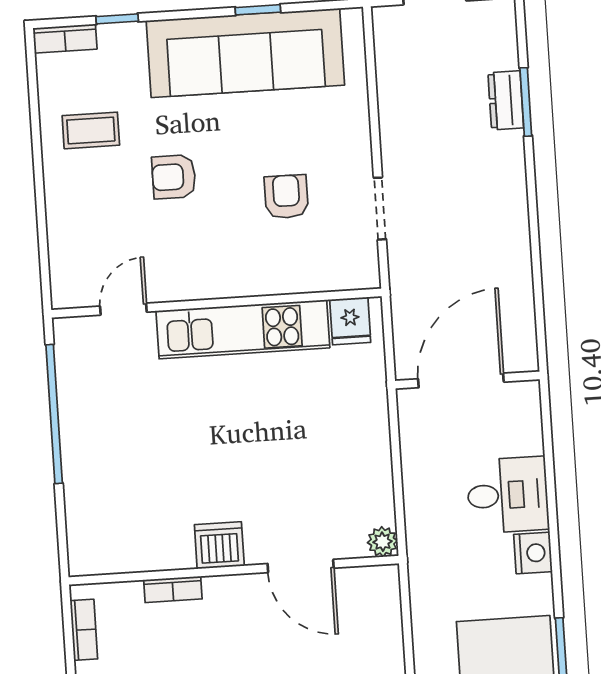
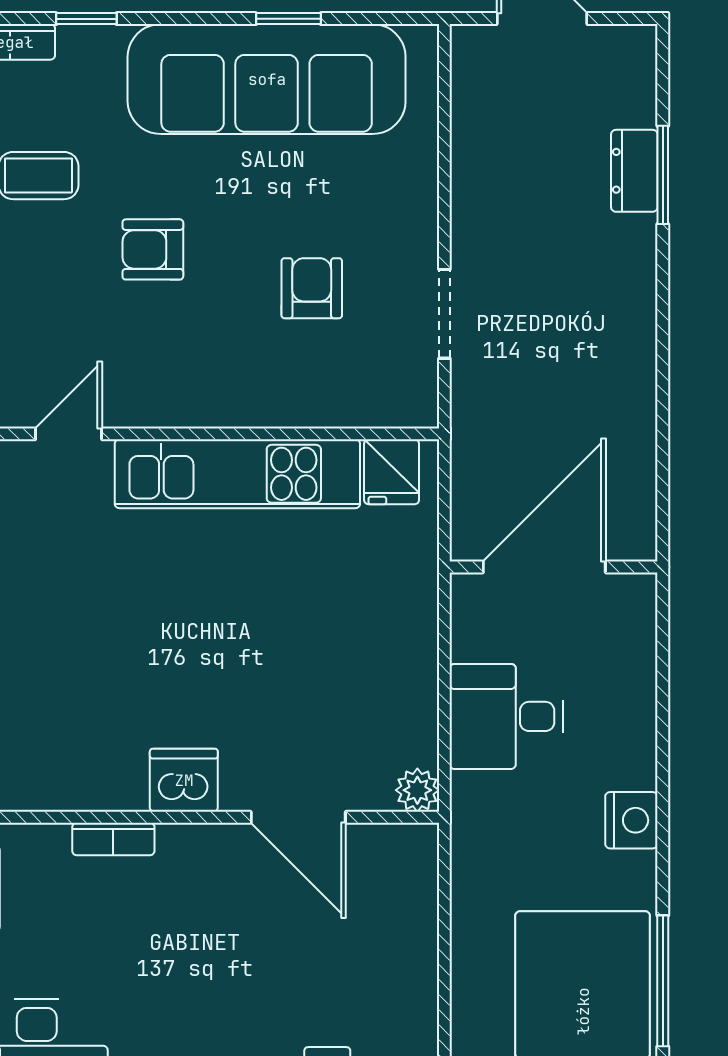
desk: (508, 495) -> (506, 716), moved, turned 180

